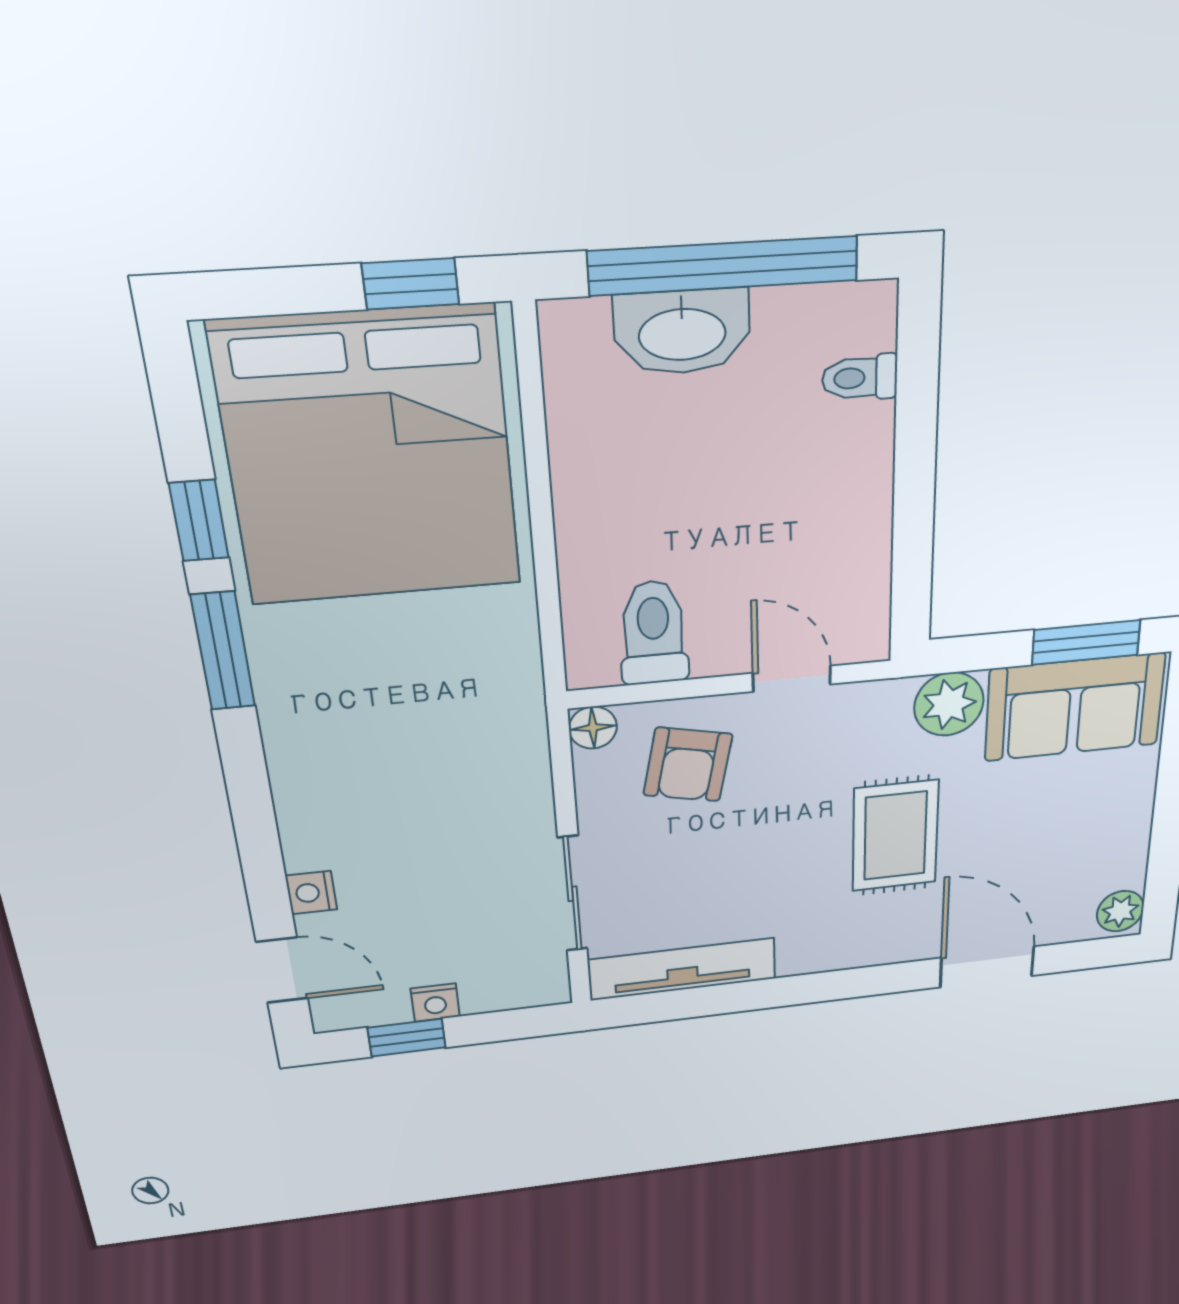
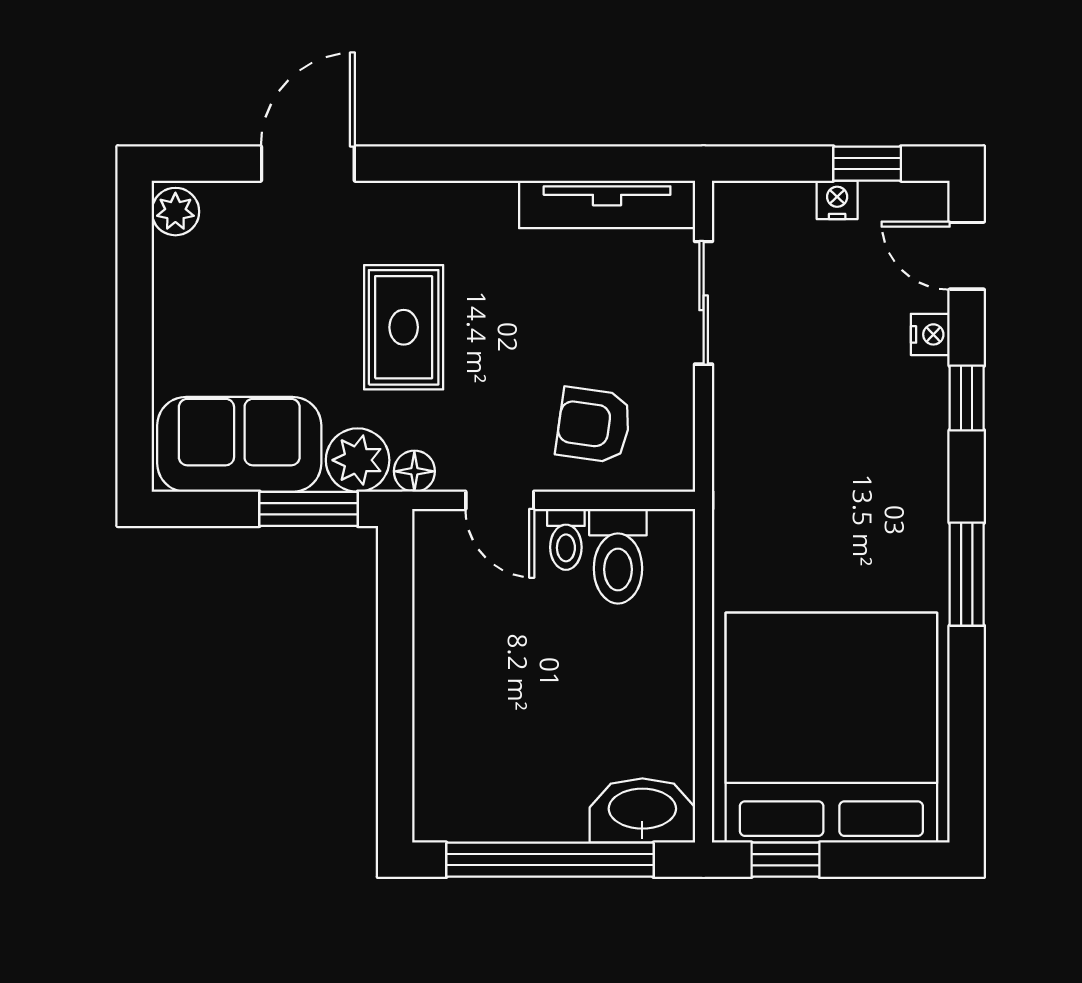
washbasin: (682, 332) -> (642, 811), moved
toilet: (860, 378) -> (566, 539), moved, turned 90
window: (199, 521) -> (967, 398), moved
window: (1086, 642) -> (309, 509), moved
floor lamp: (593, 728) -> (414, 471), moved
armchair: (688, 765) -> (594, 425), turned -94
door: (987, 967) -> (308, 164), swing flipped

